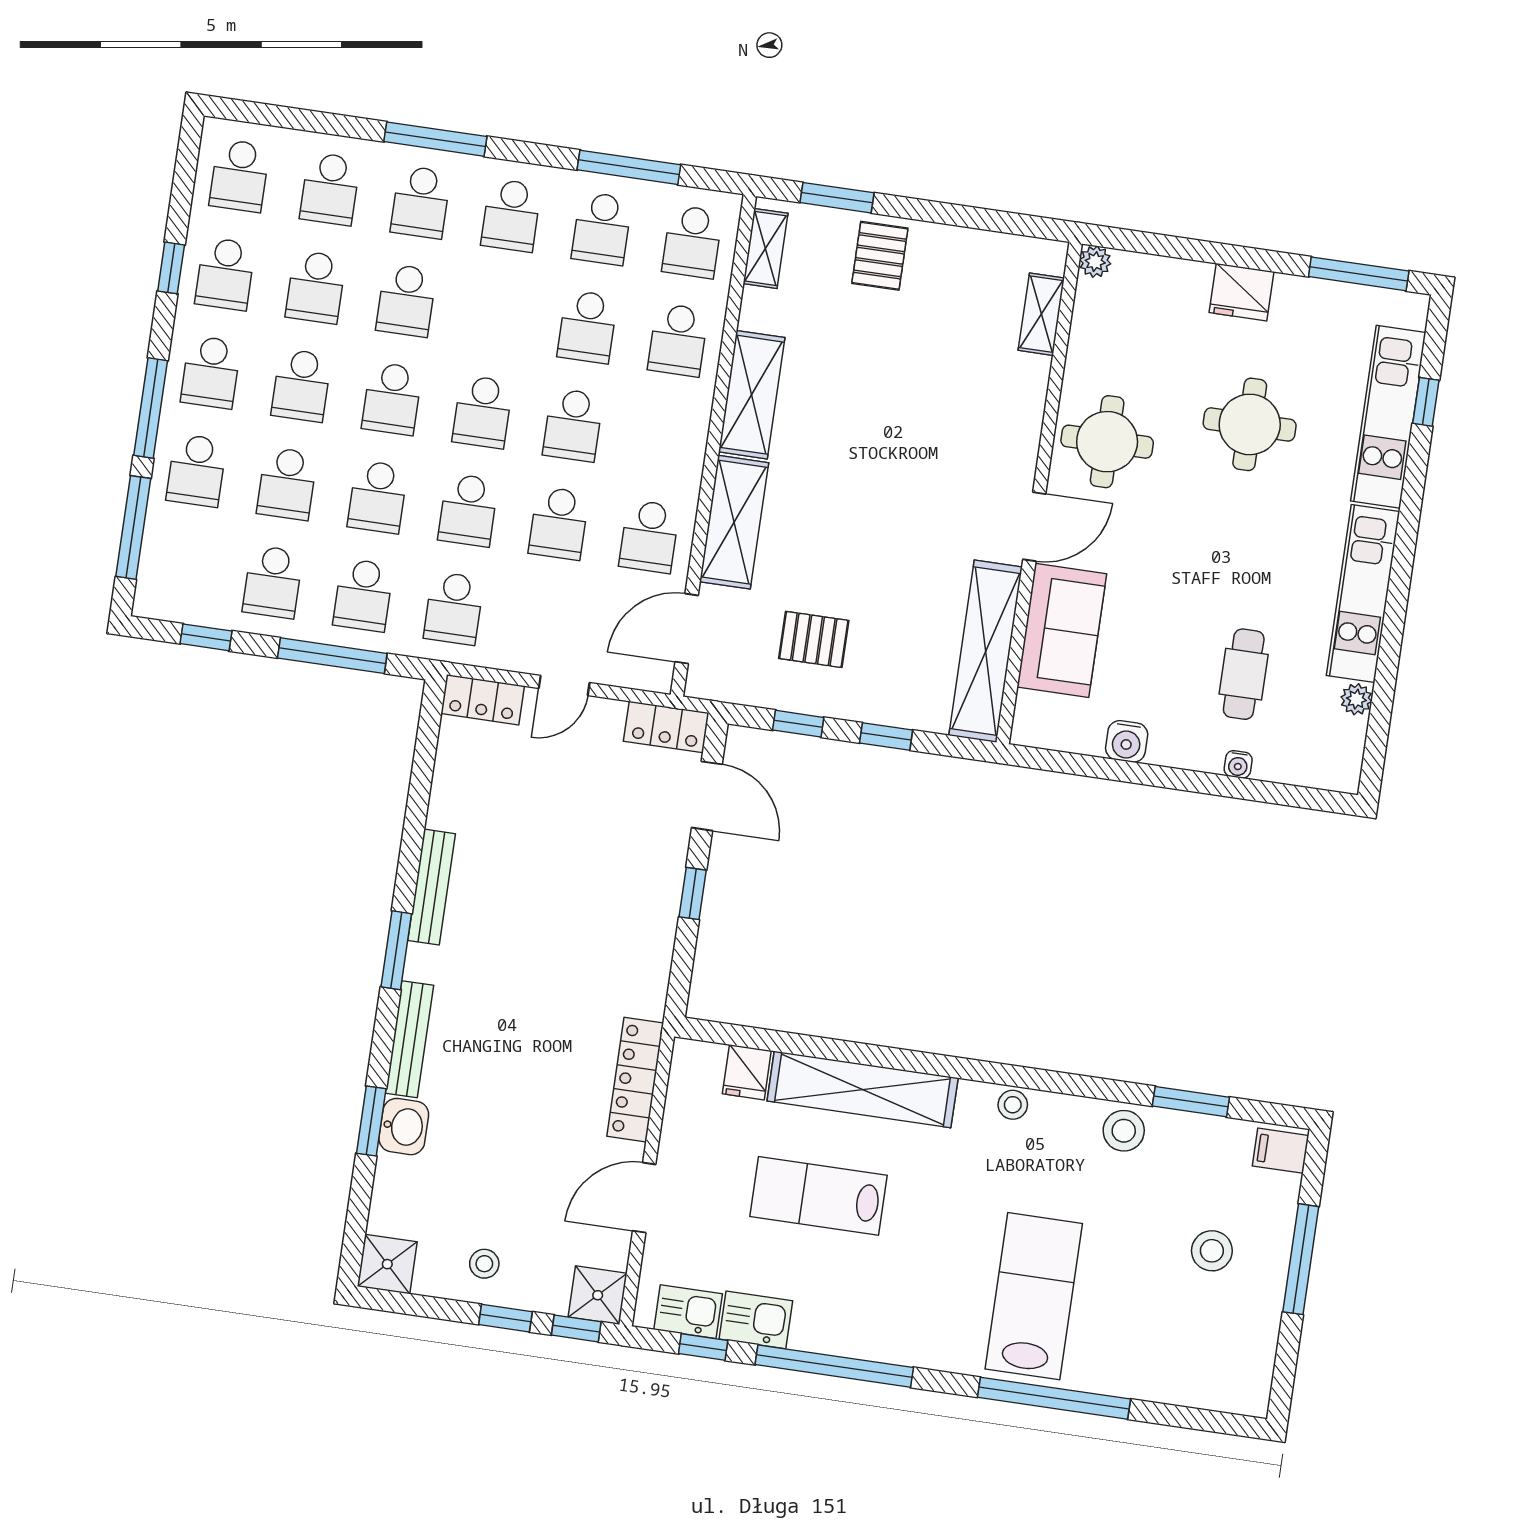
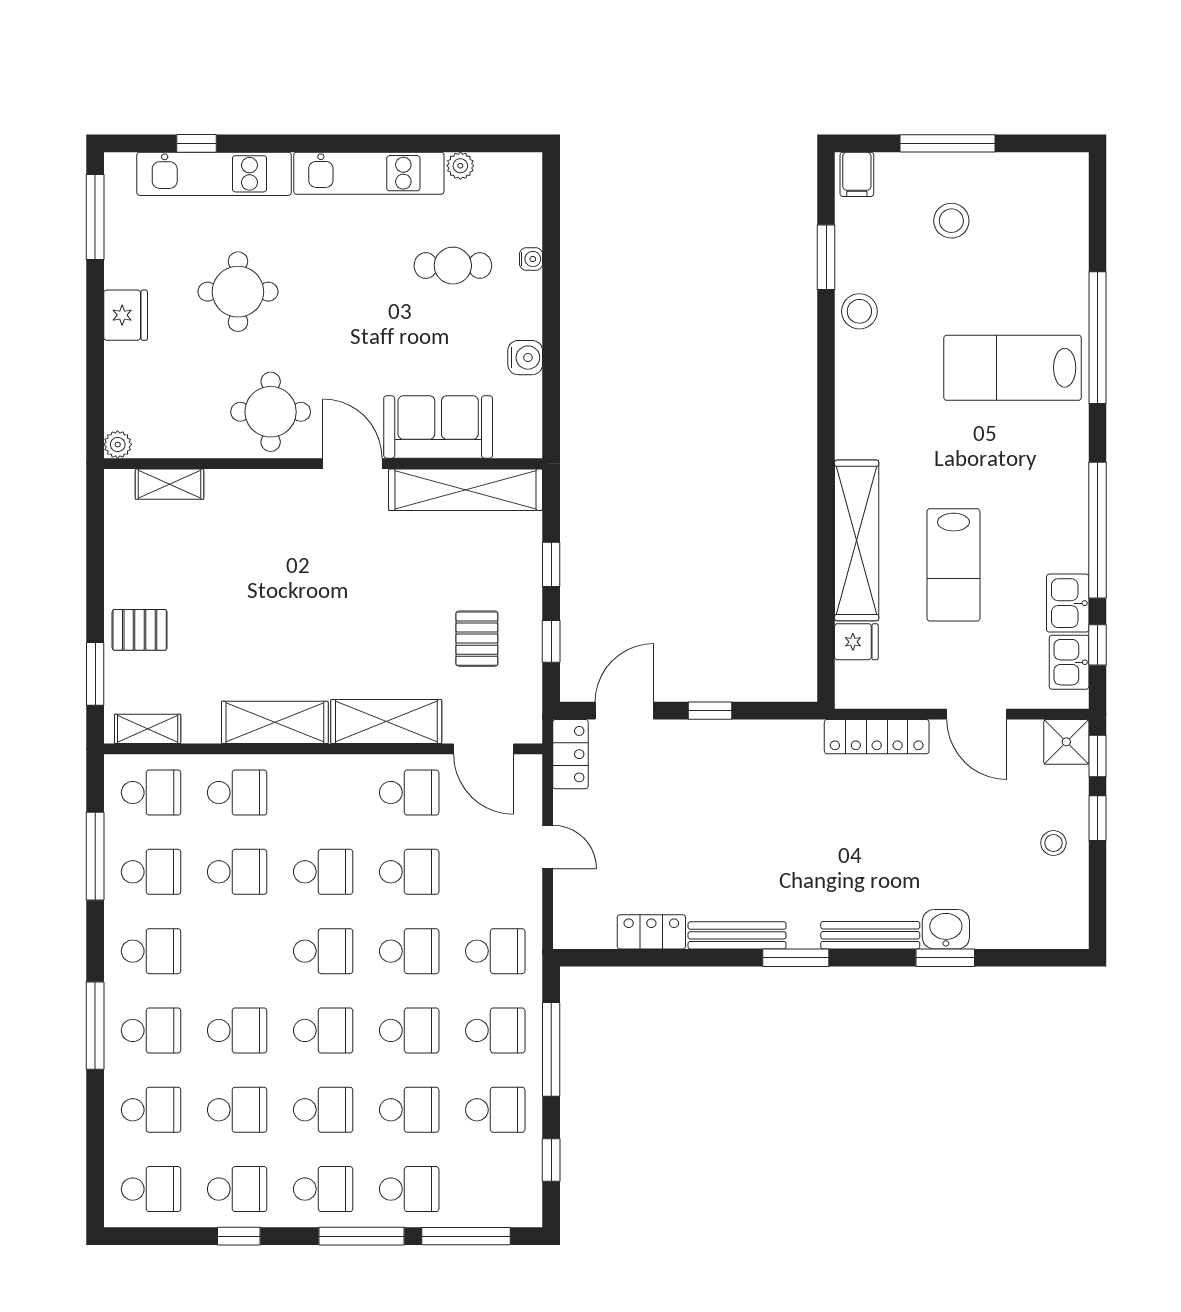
locker: (483, 700) -> (651, 932), moved, turned -90
stool: (1013, 1105) -> (851, 410), removed
shower: (387, 1264) -> (1066, 926), removed

